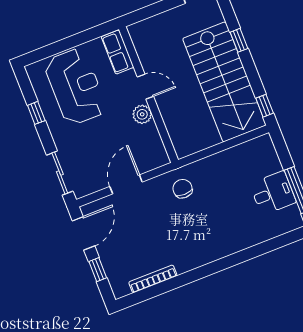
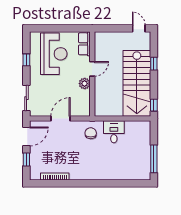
door: (145, 87) -> (92, 69), hinge flipped
desk: (273, 193) -> (114, 132), moved, turned -90

